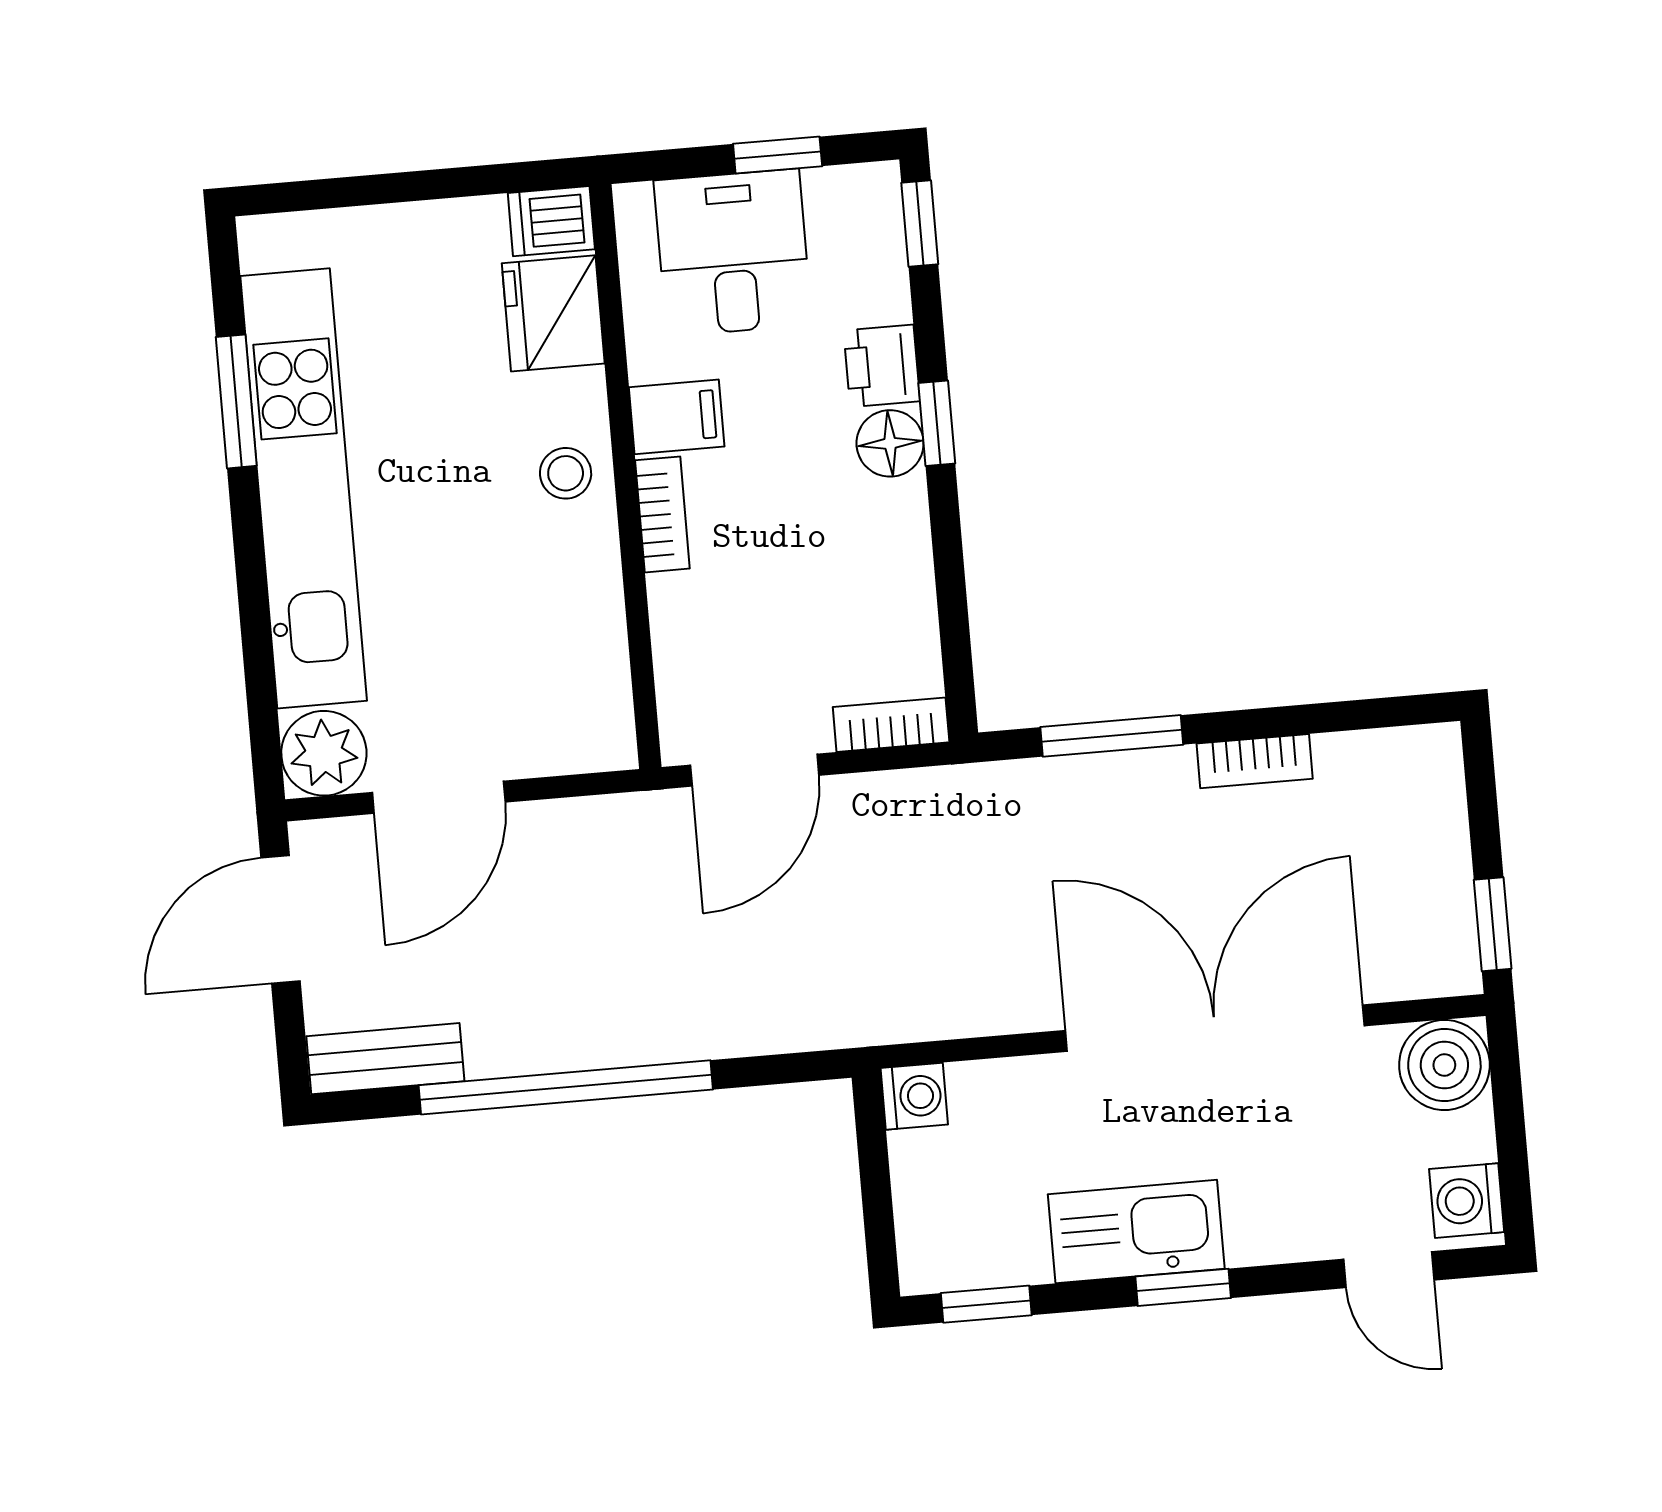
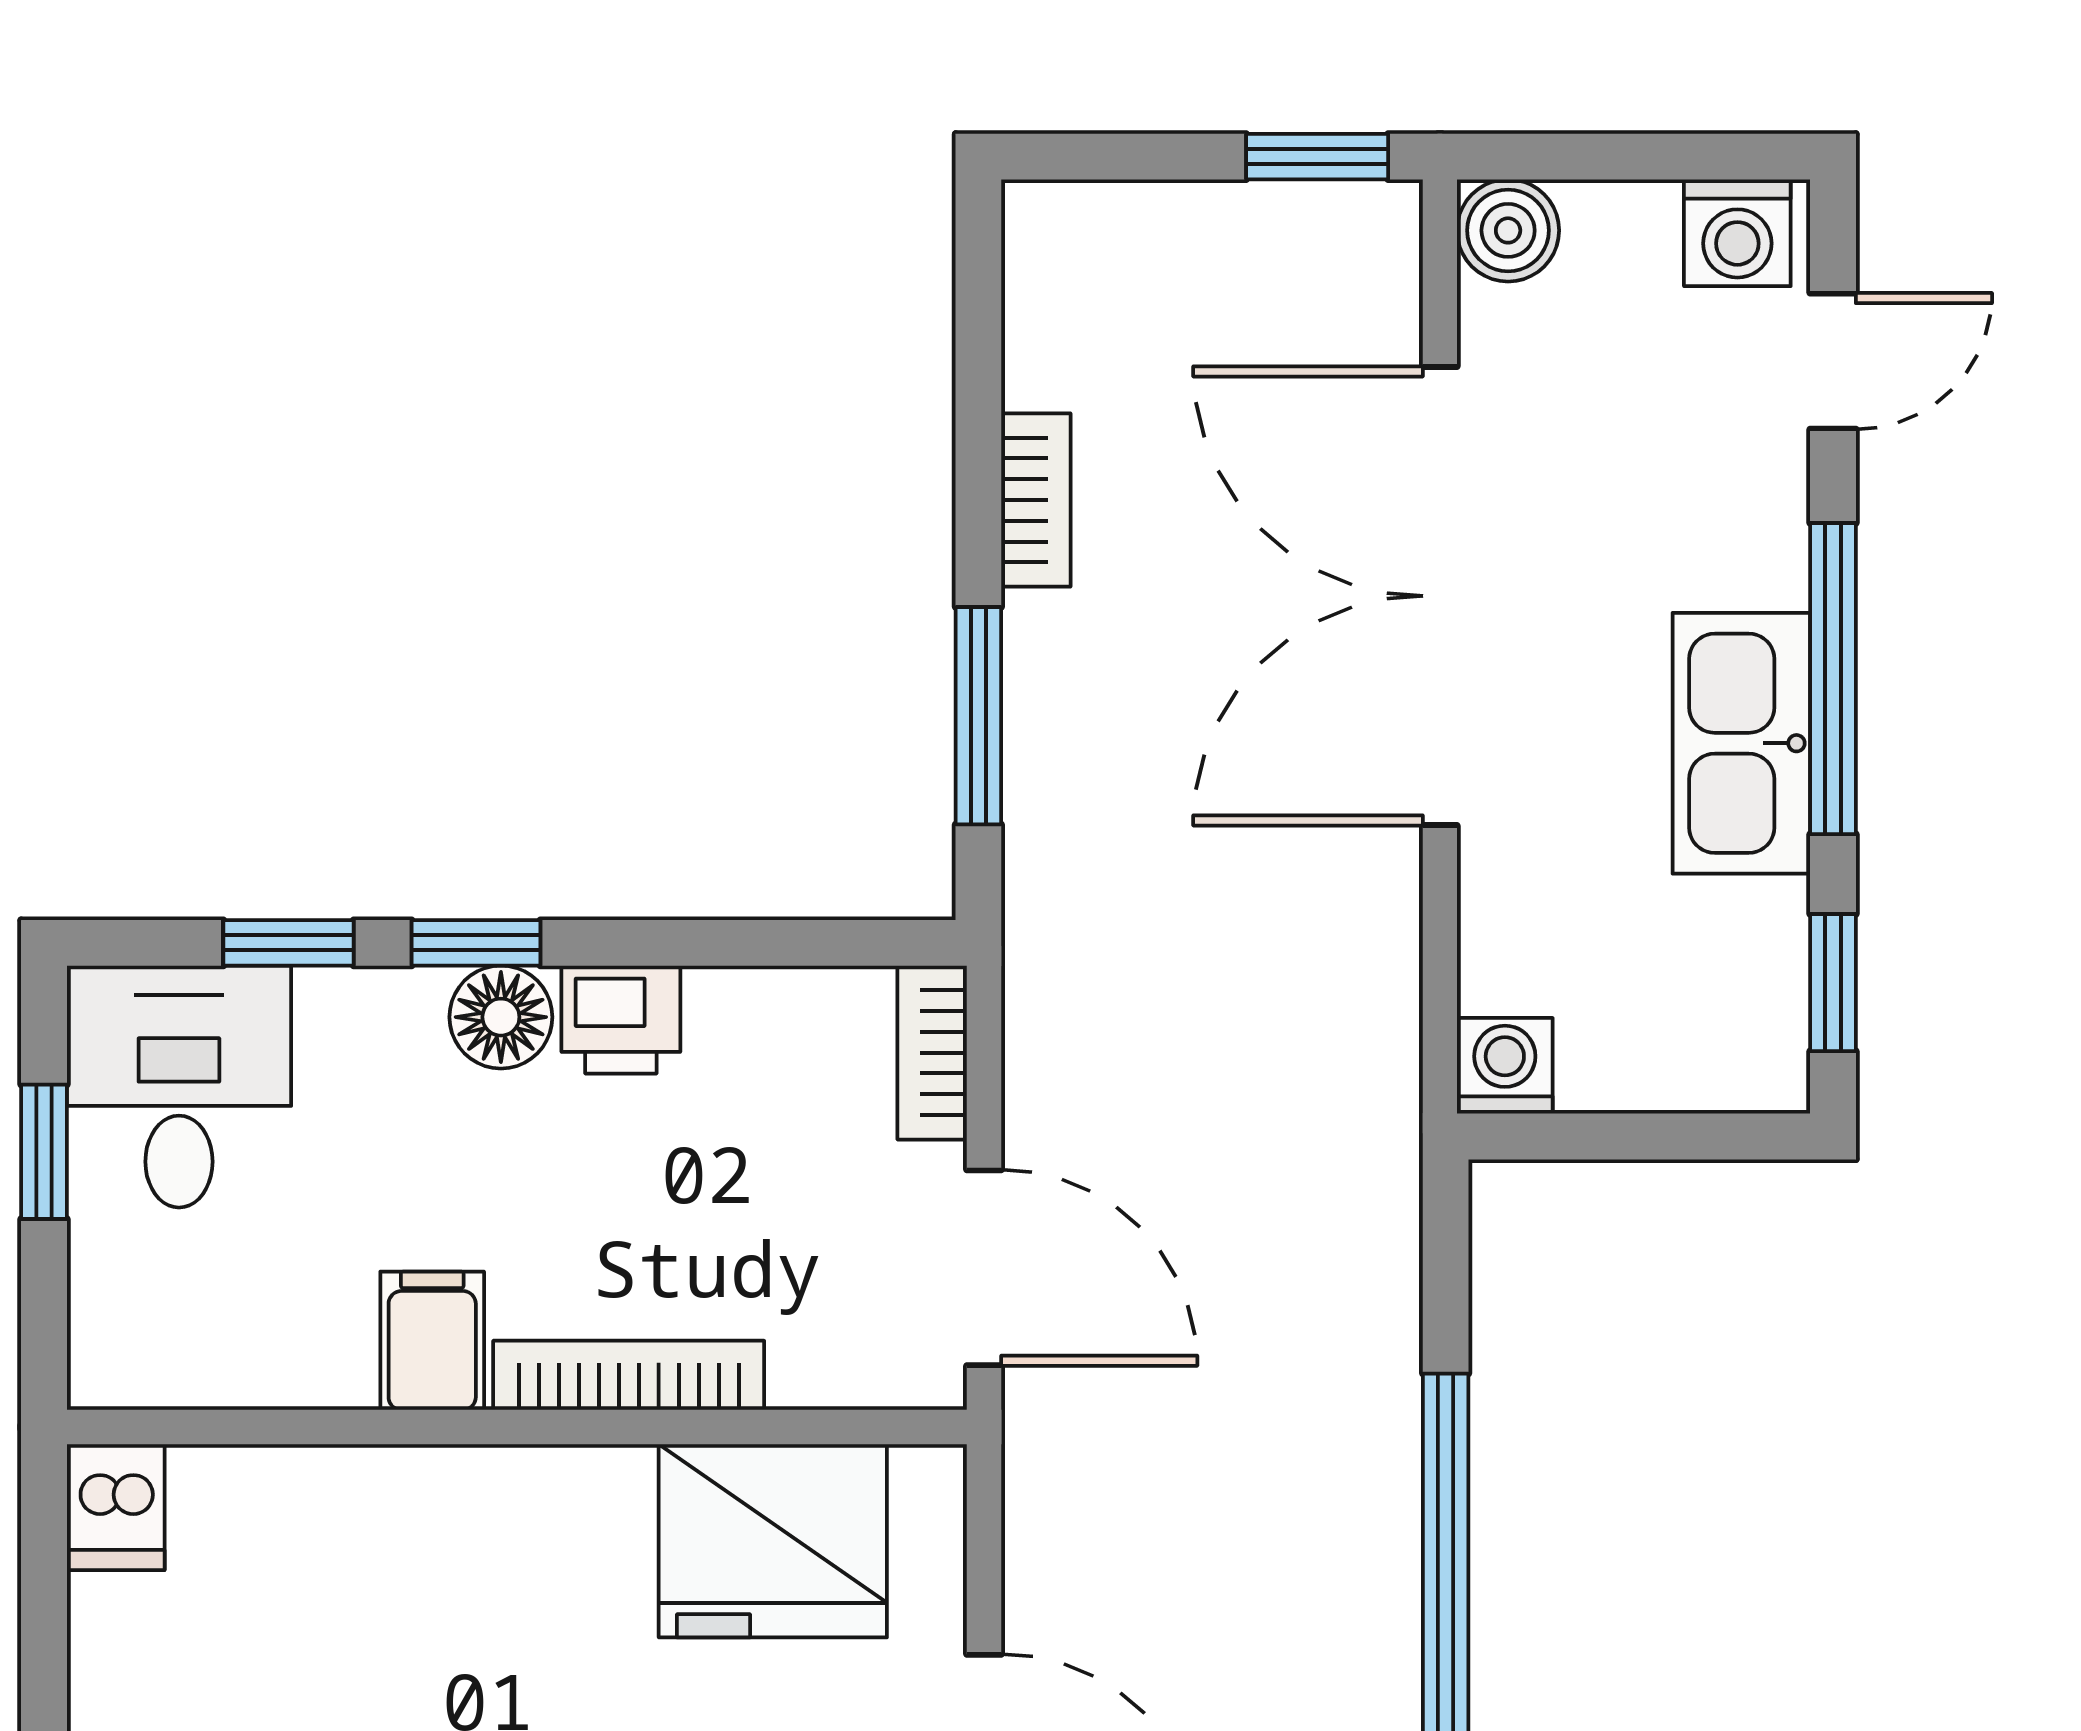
window: (920, 223) -> (288, 943), moved
desk: (733, 253) -> (179, 1087), moved, turned 90
fridge: (553, 313) -> (773, 1541), moved, width x1.36, depth x1.34
printer: (882, 366) -> (621, 1020), moved
stool: (566, 473) -> (504, 1518), removed
bookcase: (662, 514) -> (629, 1375), width x1.56
boiler: (1444, 1065) -> (1508, 230), width x0.73, depth x0.73
window: (1183, 1287) -> (1833, 679), width x2.17

